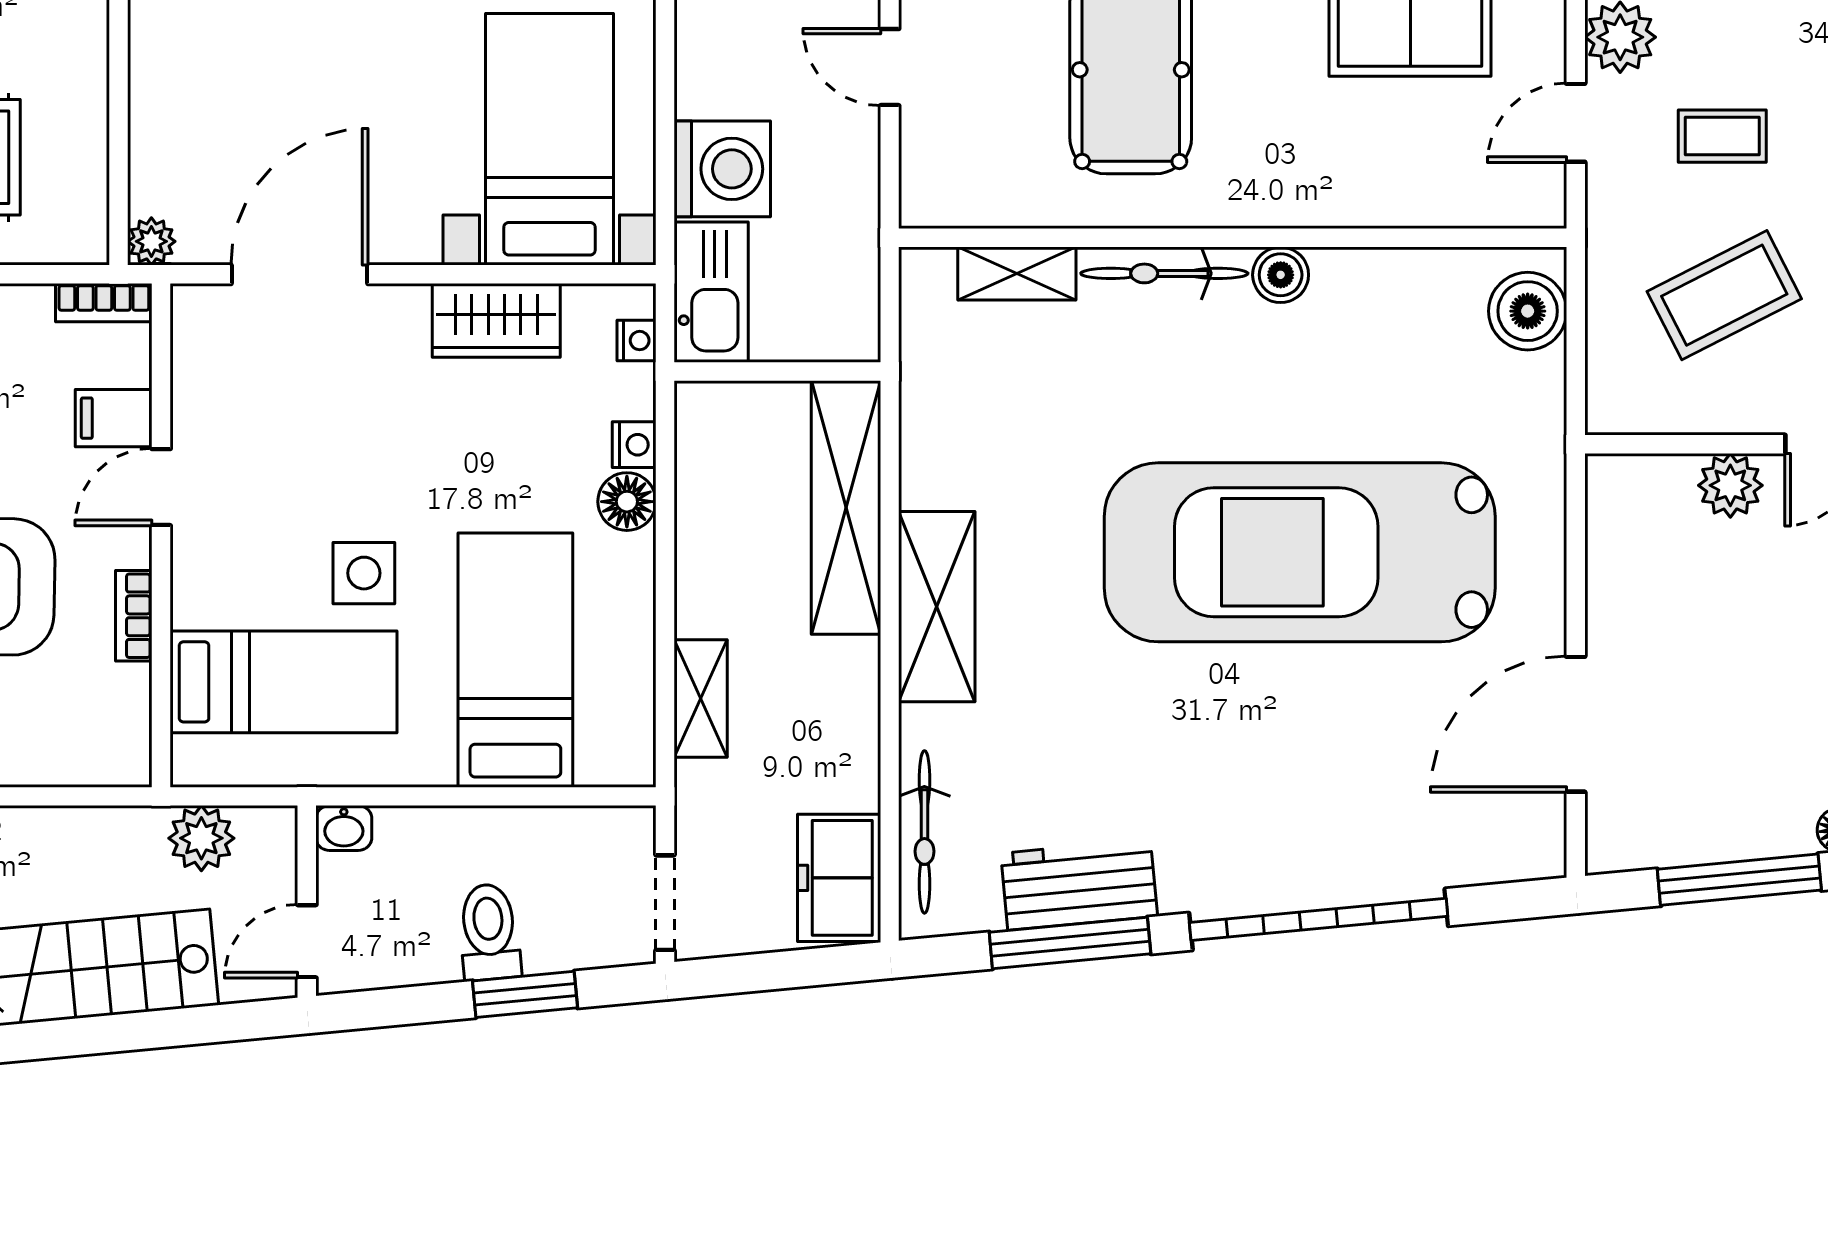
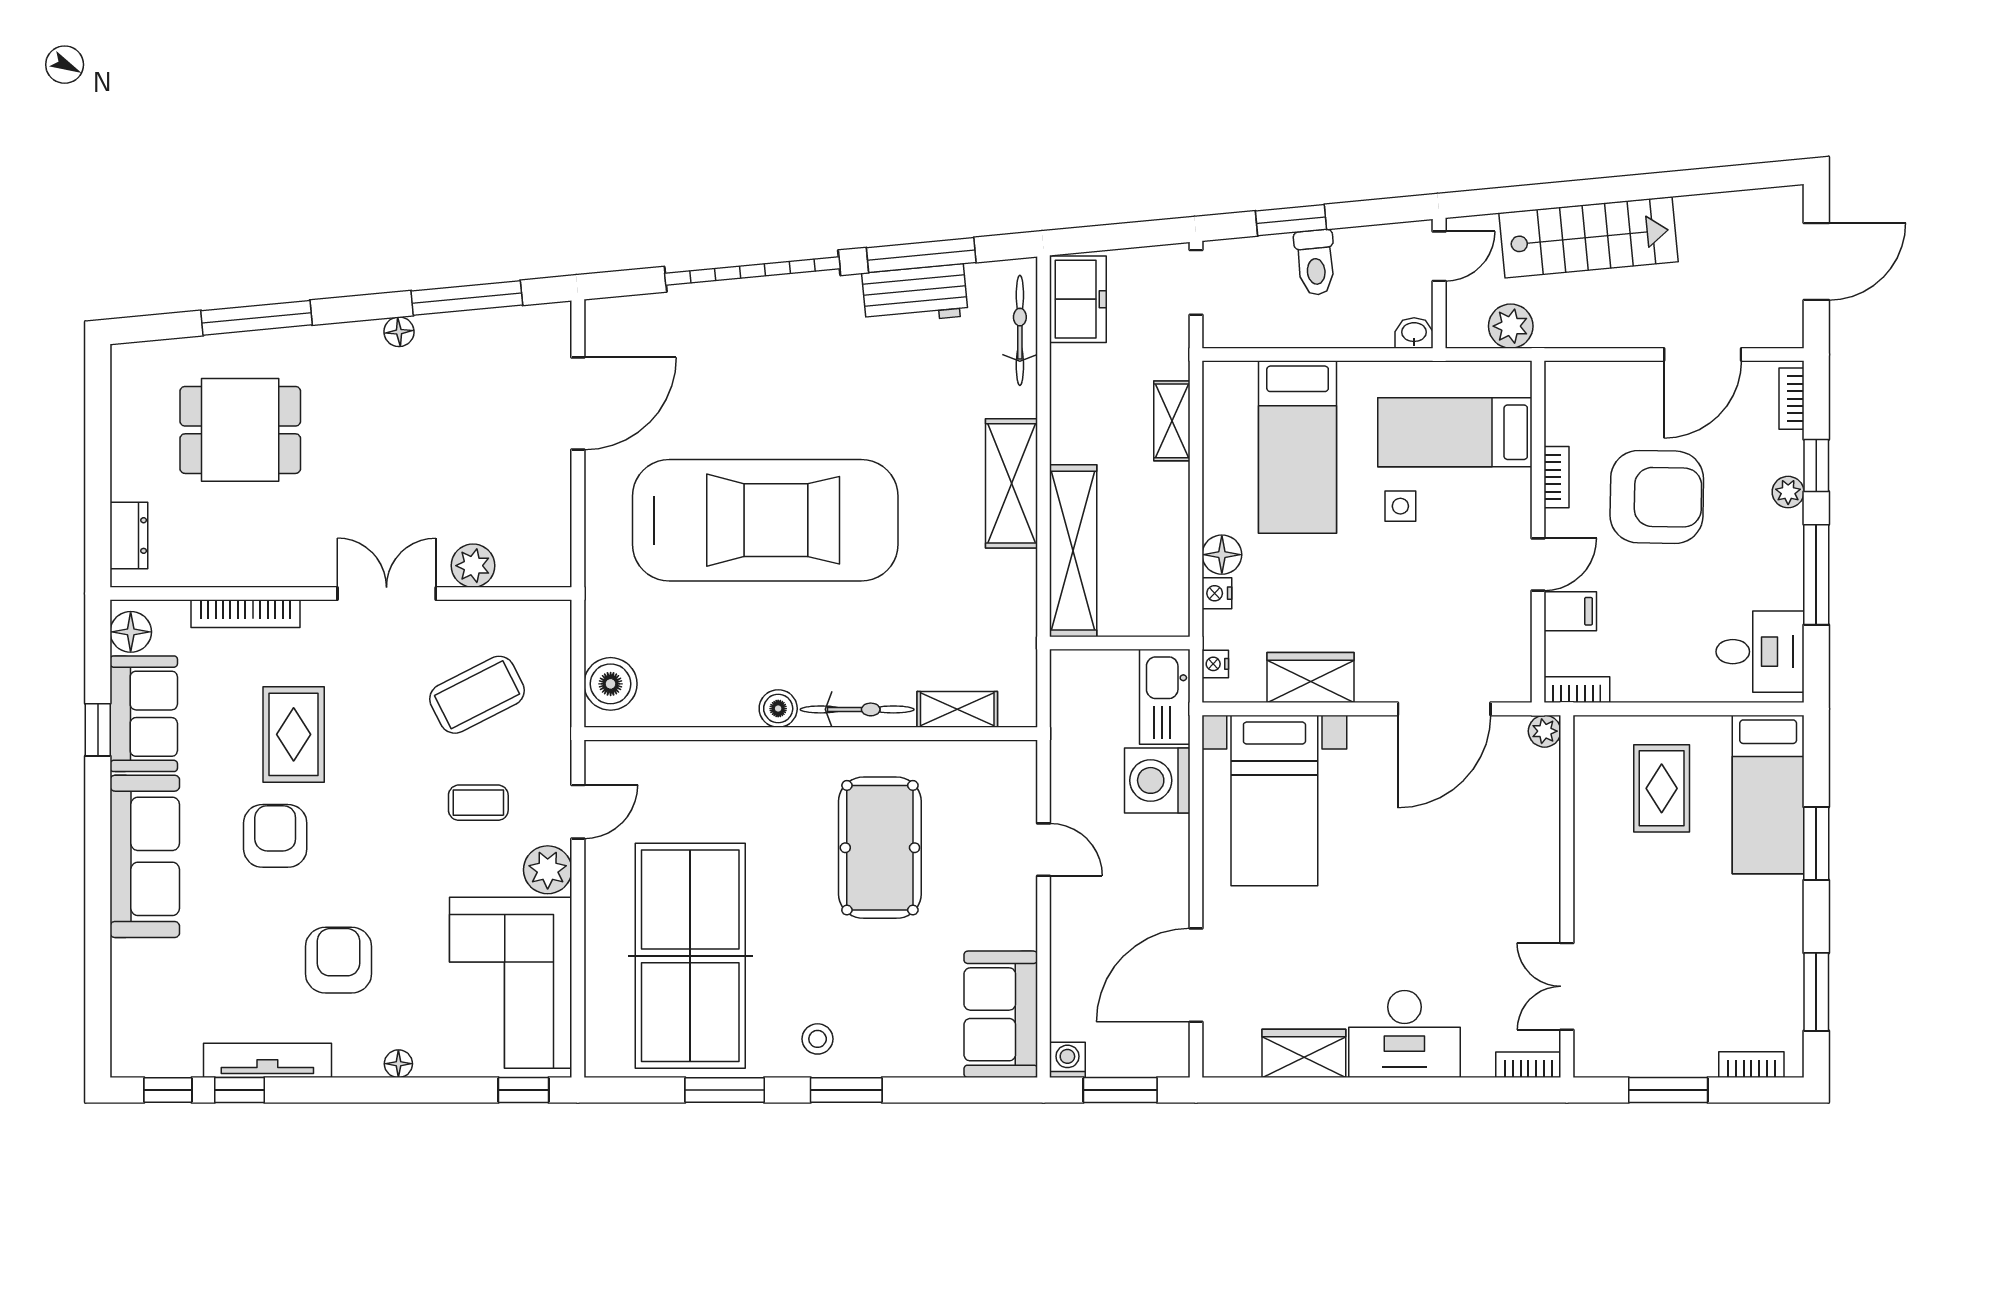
side table: (364, 573) -> (1400, 506), width x0.73, depth x0.73

